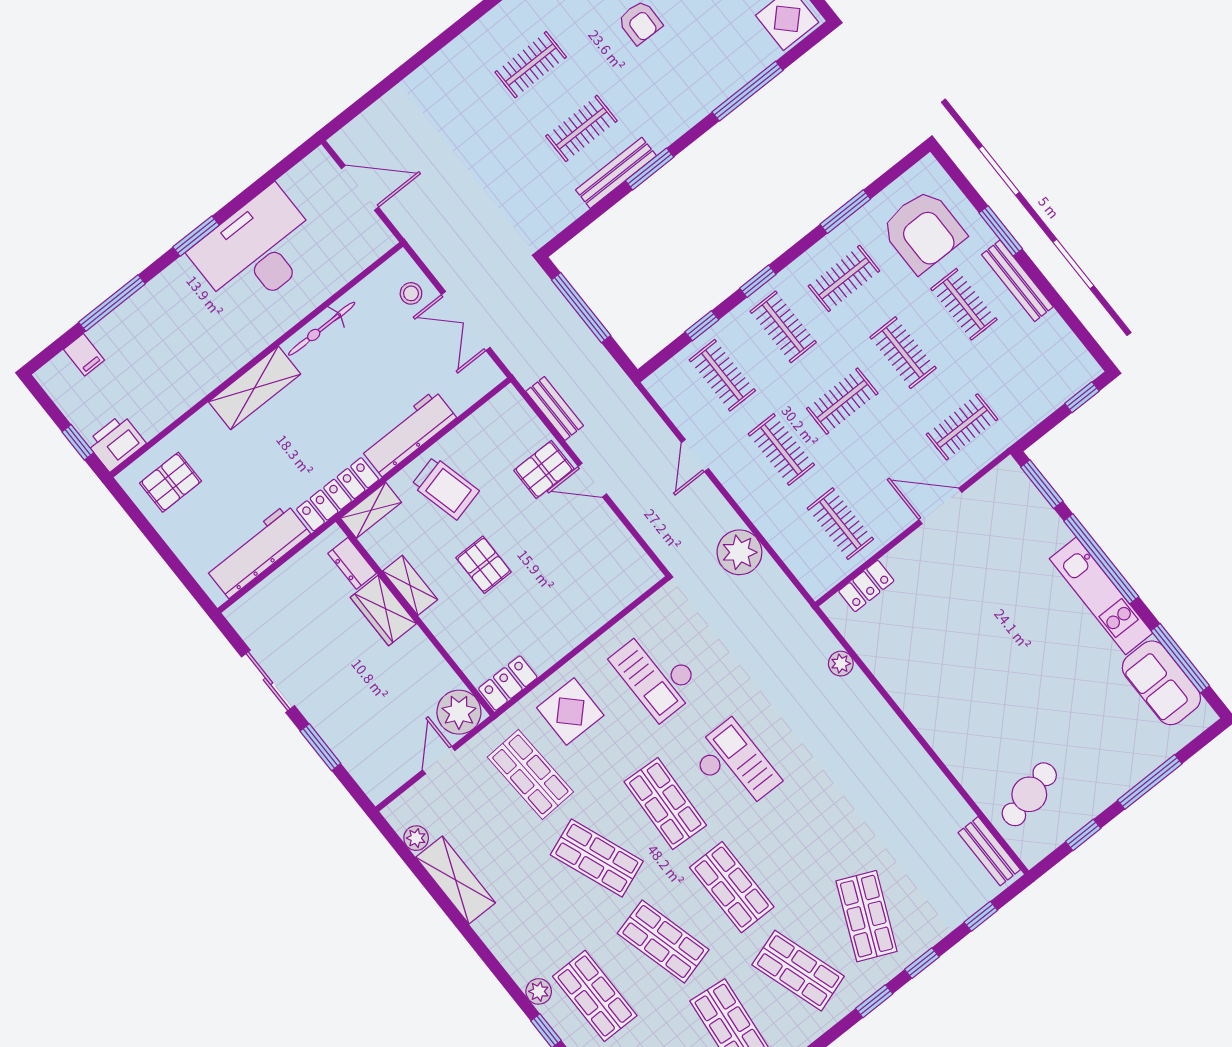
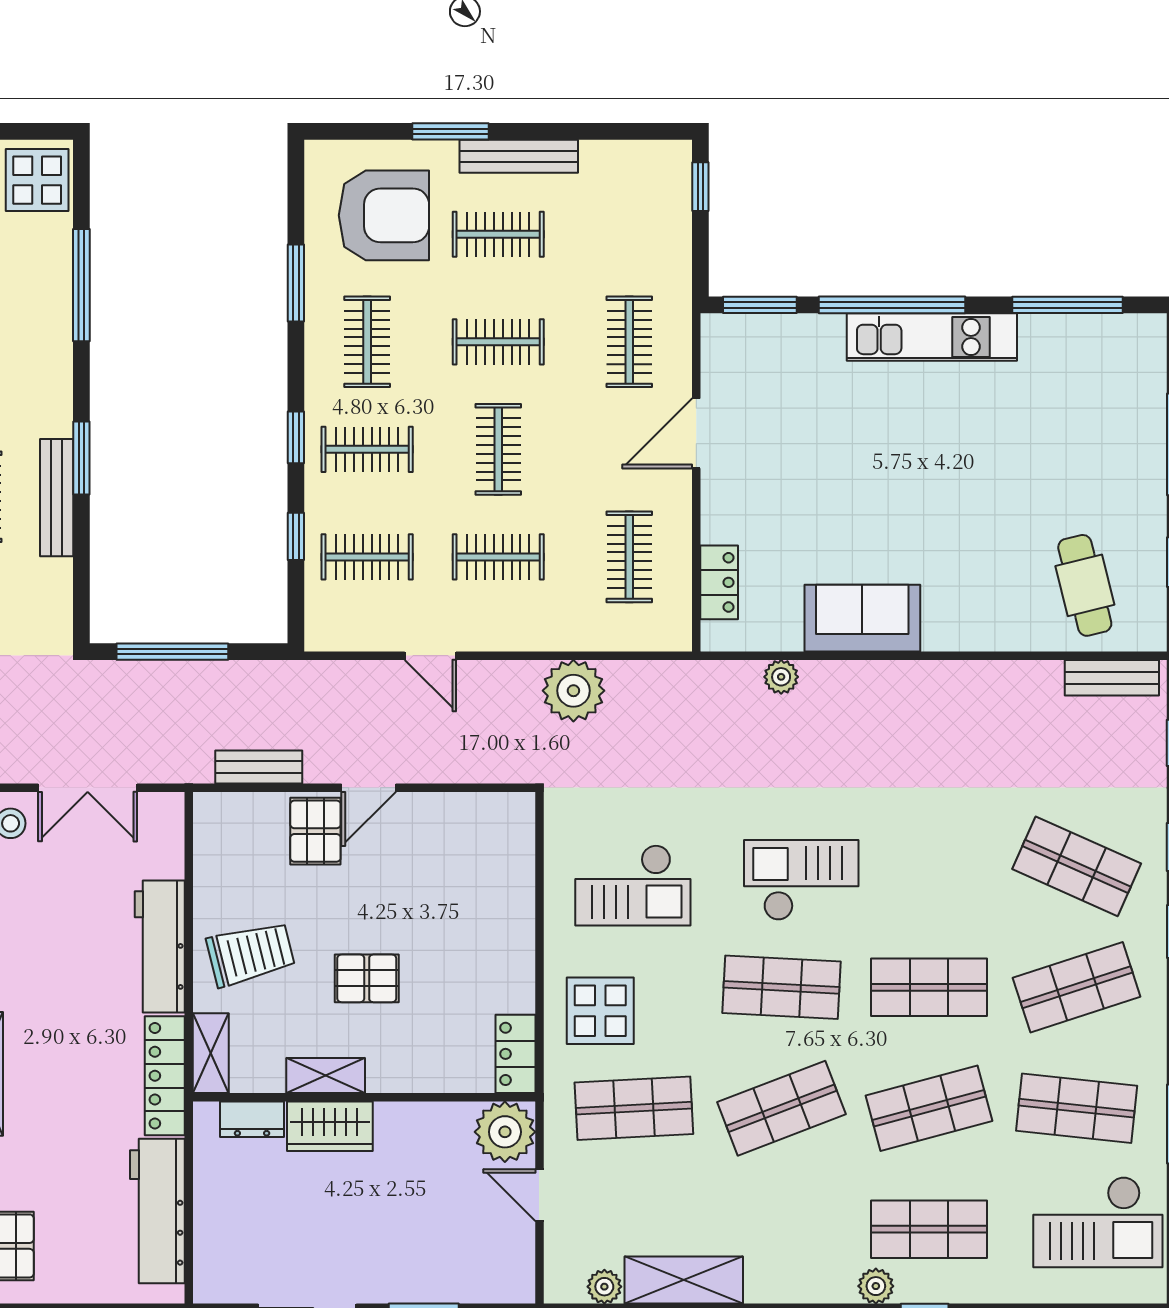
clothes rail: (840, 524) -> (629, 557), turned 90
sofa: (1161, 683) -> (862, 618), moved, turned 180

